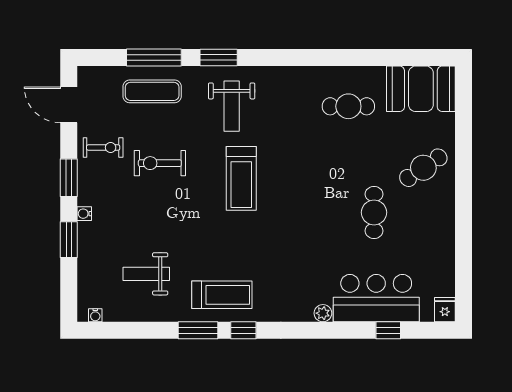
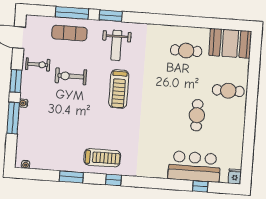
cafe table: (423, 168) -> (228, 91), turned 34
window: (69, 240) -> (13, 118), width x1.44
weight bench: (146, 274) -> (58, 142), removed
plant: (323, 313) -> (162, 173), removed
window: (198, 330) -> (71, 177), moved

